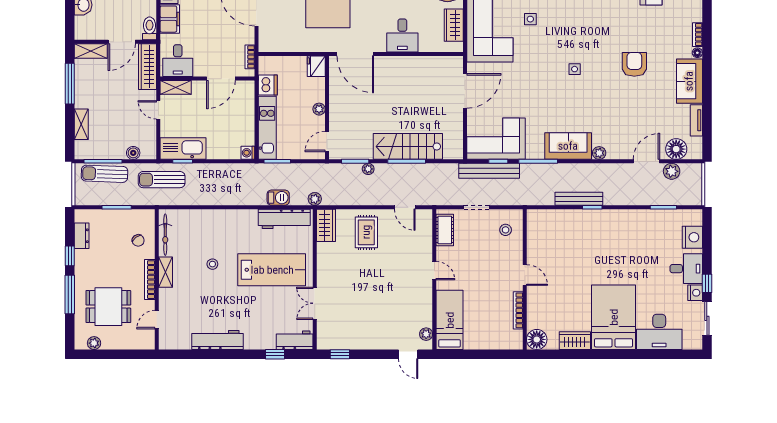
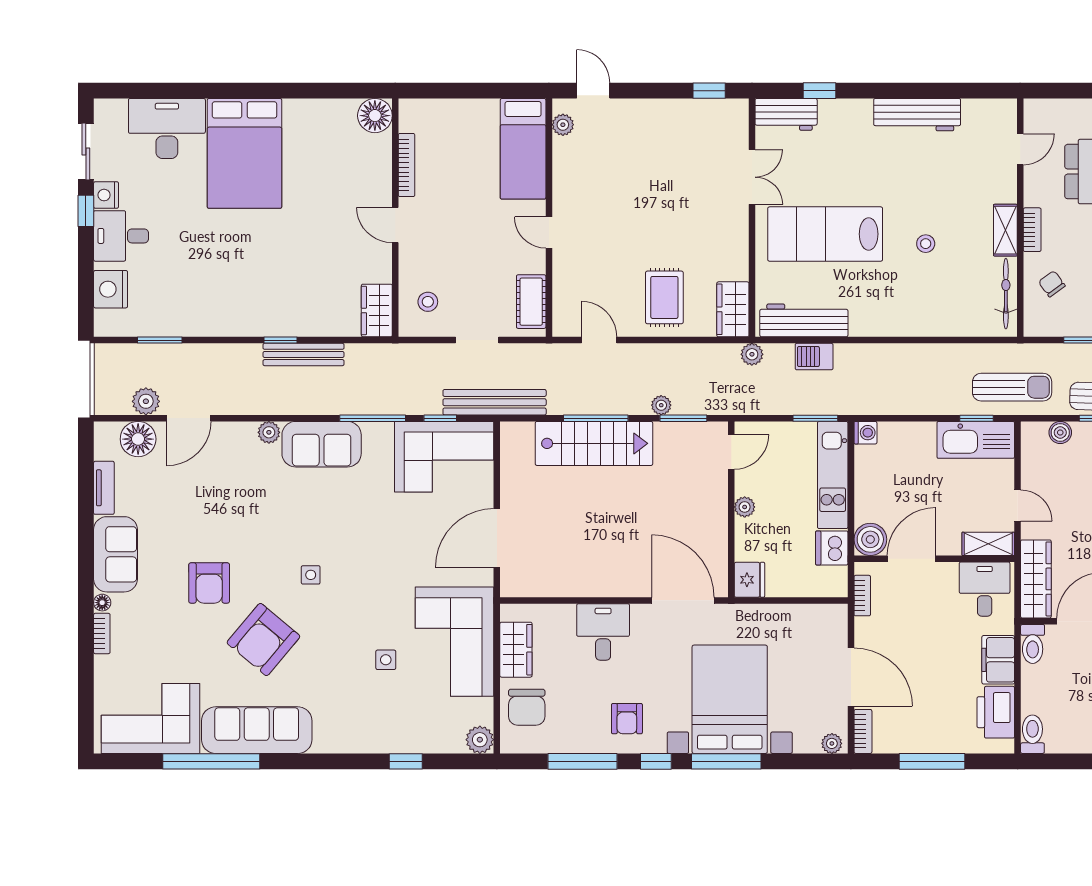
armchair: (602, 31) -> (263, 639), added
boiler: (245, 90) -> (870, 539), added
bench: (489, 171) -> (495, 402), moved
bookcase: (150, 280) -> (1032, 230), width x0.64
wardrobe: (575, 341) -> (377, 310), moved, turned 90

